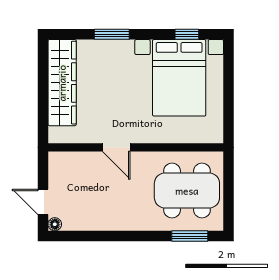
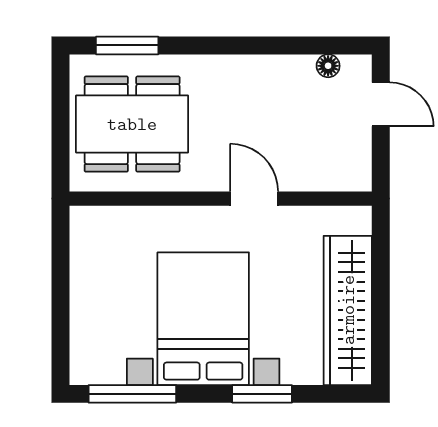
window: (187, 34) -> (132, 394), width x2.17
bed with nightstands: (179, 78) -> (203, 319), moved
floor lamp: (55, 224) -> (328, 66), moved

